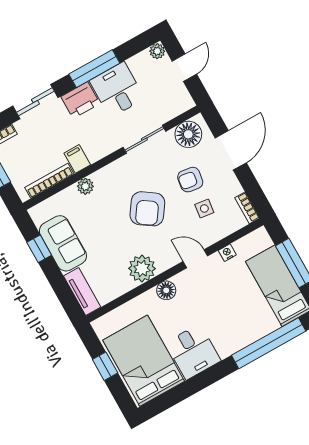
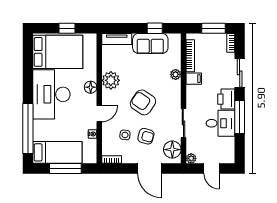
plant: (157, 51) -> (191, 158), moved
armchair: (190, 180) -> (146, 136), turned 98
desk: (193, 352) -> (51, 94), width x1.87, depth x1.30

